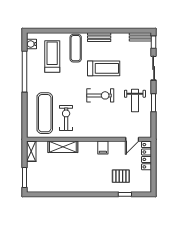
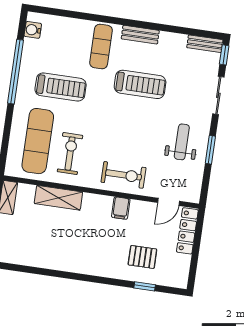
treadmill: (52, 56) -> (61, 87), moved, turned 90
exercise bike: (100, 95) -> (124, 175), moved
weight bench: (135, 100) -> (182, 142), turned 180

